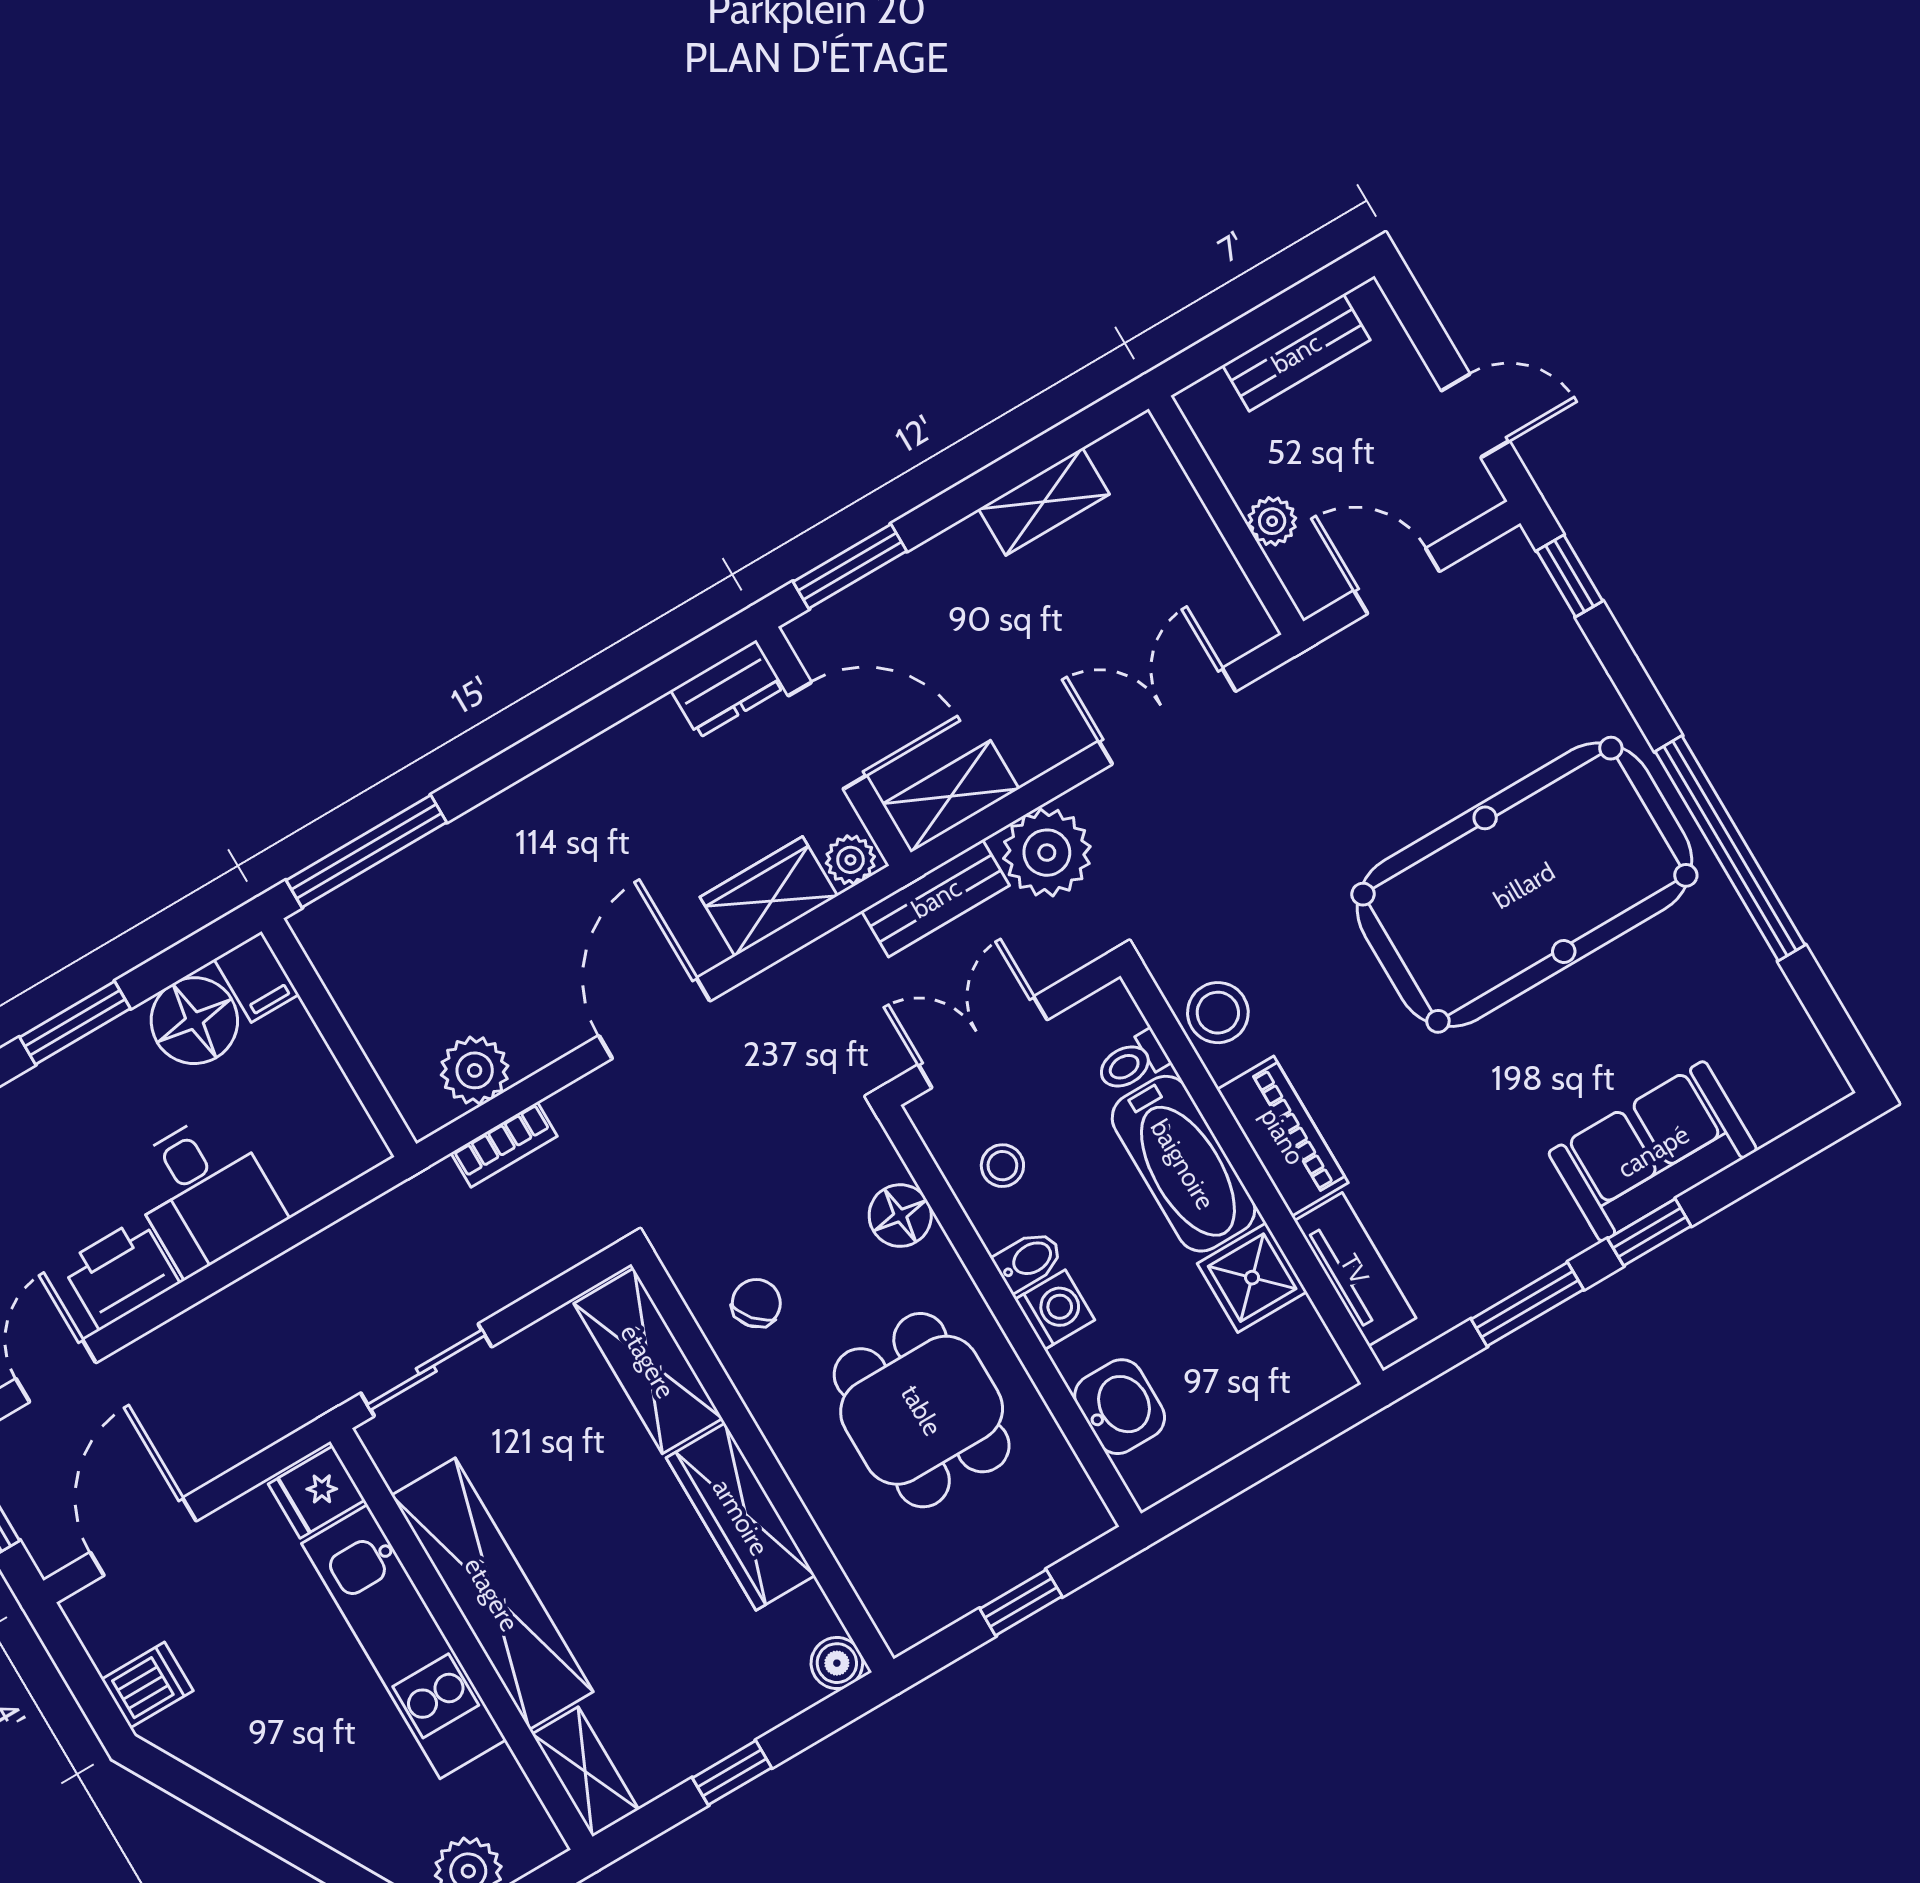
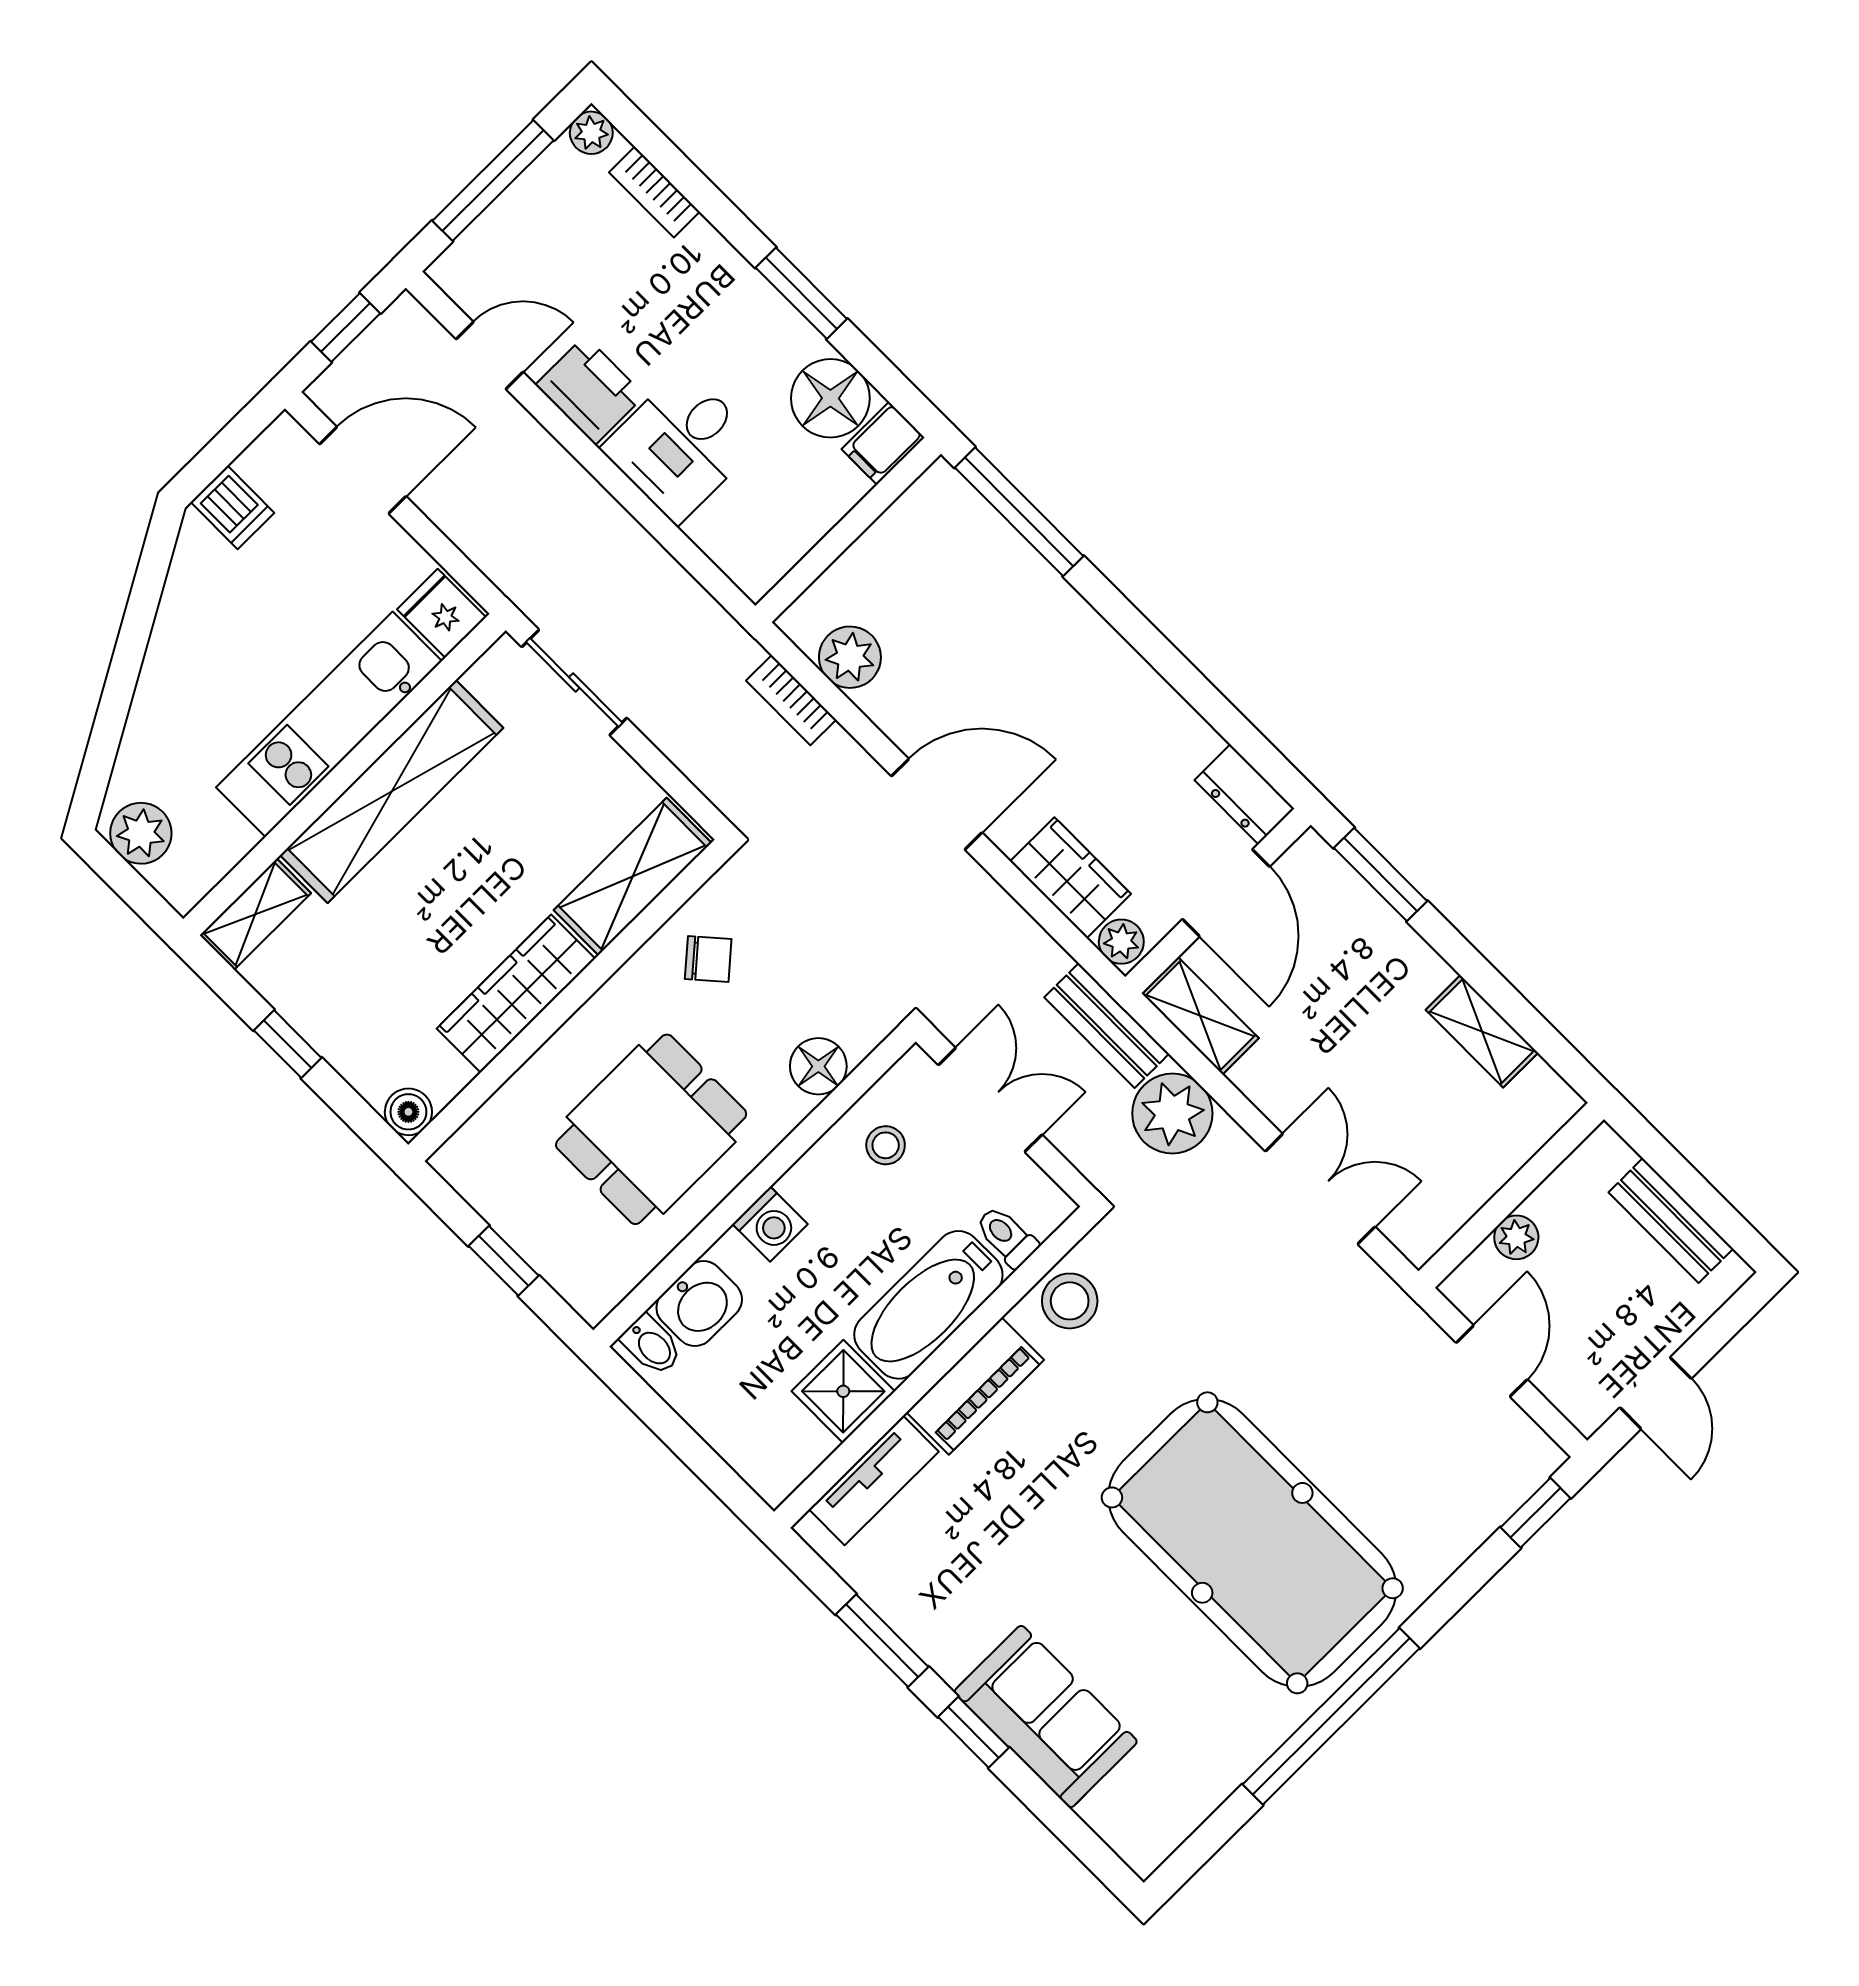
bidet: (1028, 1260) -> (652, 1345), moved

